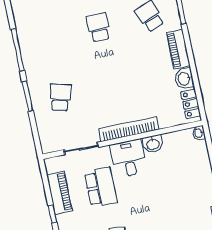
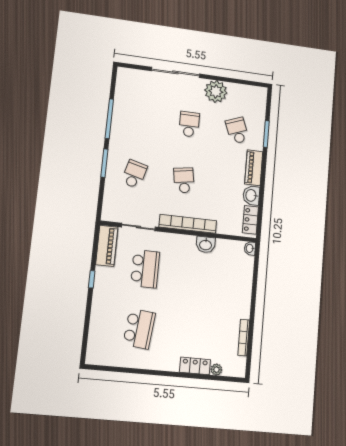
school desk: (111, 87) -> (184, 180), added
desk: (129, 158) -> (179, 251), removed
piano: (60, 193) -> (107, 246), moved

